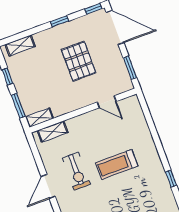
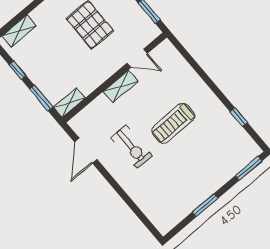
shelving: (53, 132) -> (121, 86), moved
door: (48, 186) -> (86, 151), moved

